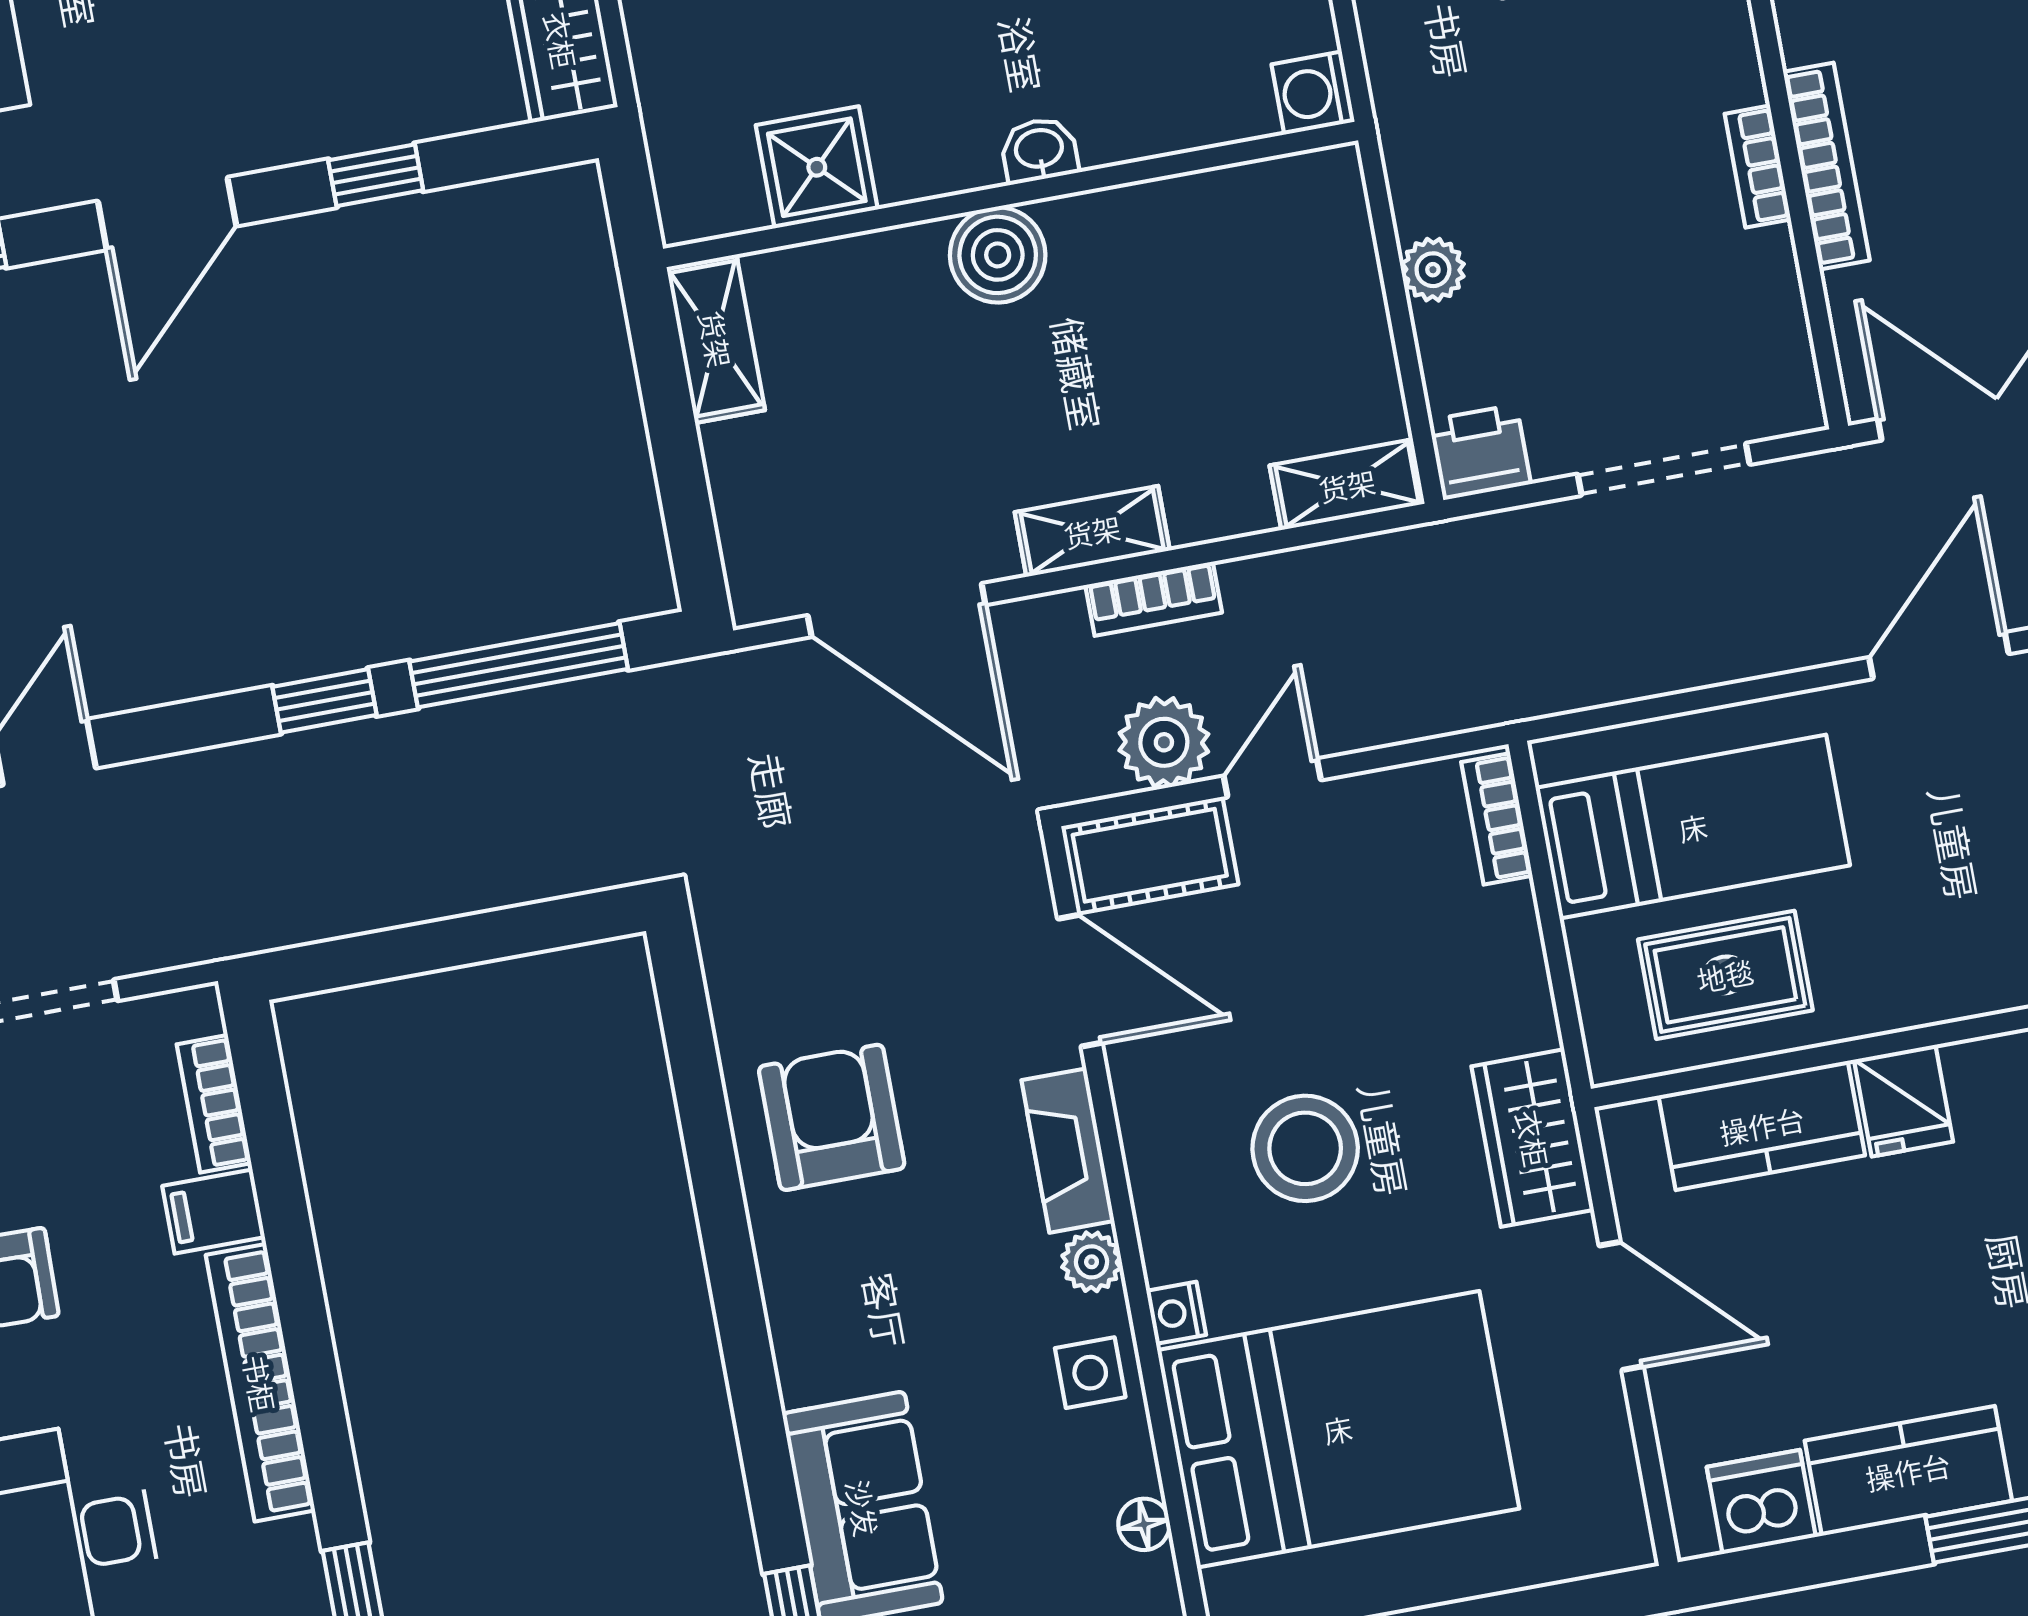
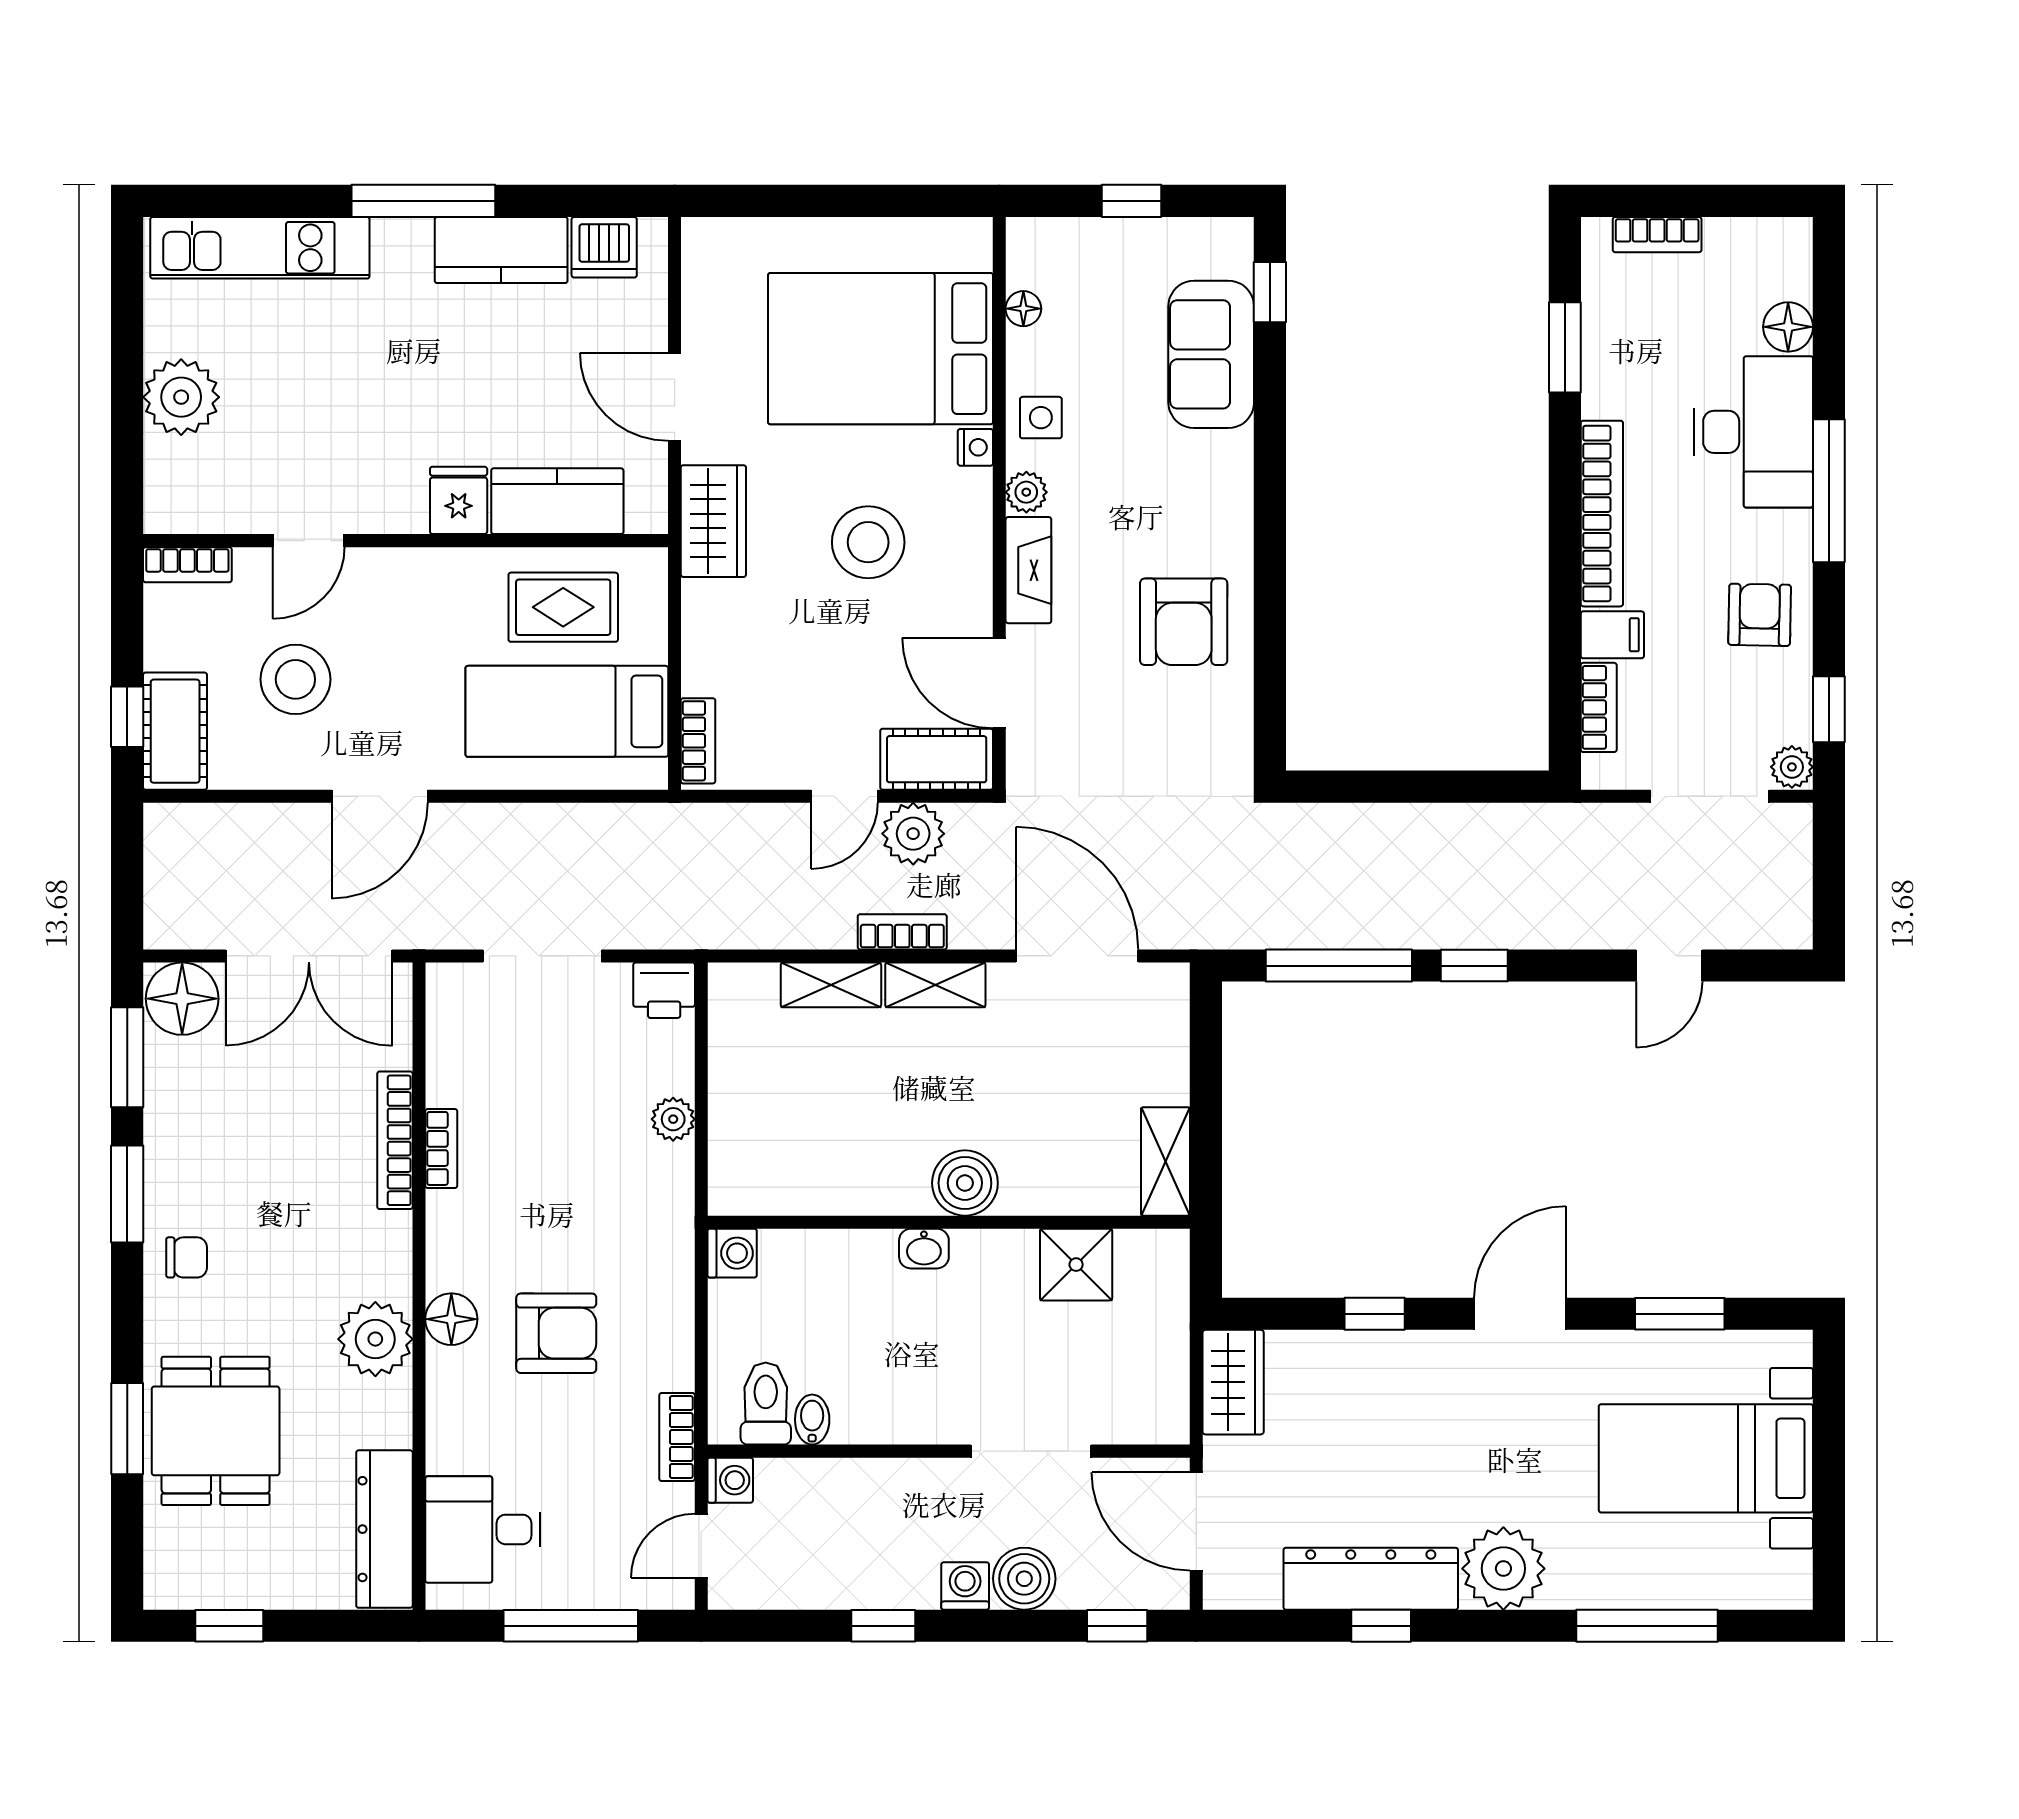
shelving: (1347, 485) -> (831, 985), moved

